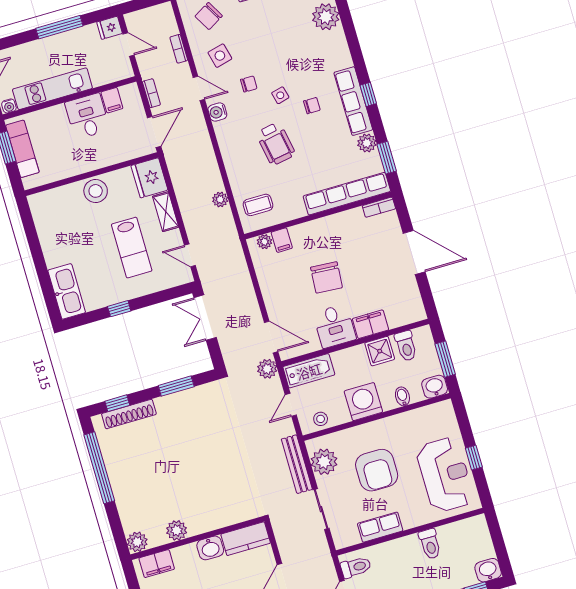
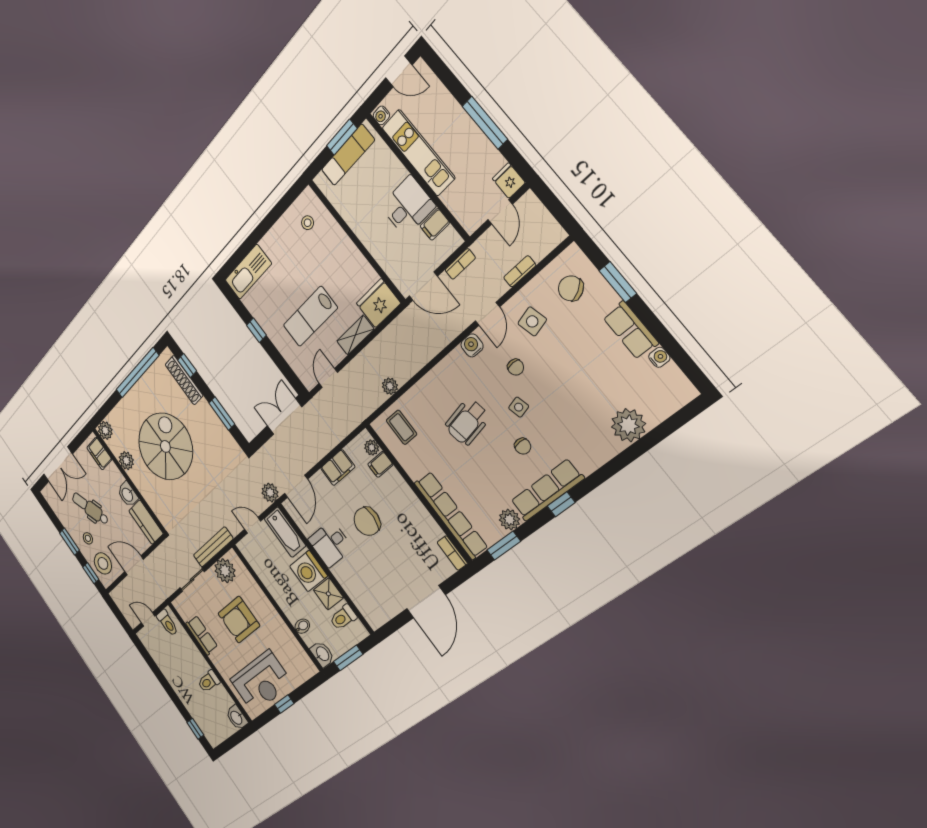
stool: (96, 191) -> (308, 223), moved, width x0.53, depth x0.53
filing cabinet: (371, 324) -> (338, 468), moved, turned 90
washing machine: (363, 402) -> (309, 571), moved, turned 180
stool: (321, 419) -> (254, 556), removed
spiral stairs: (181, 471) -> (165, 446), added
washbasin: (488, 570) -> (237, 718), moved, turned 180

